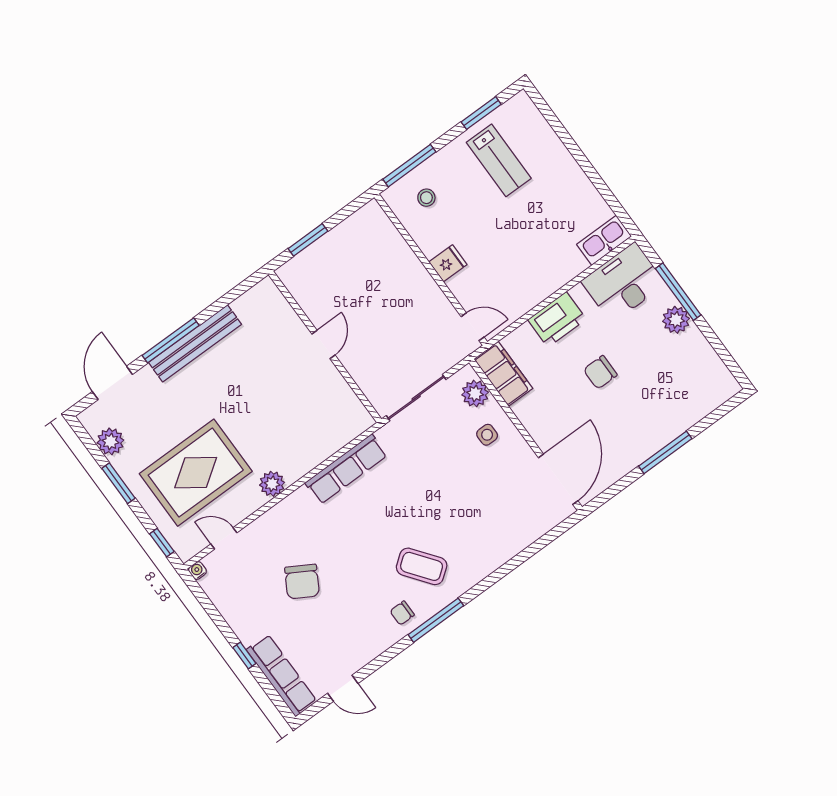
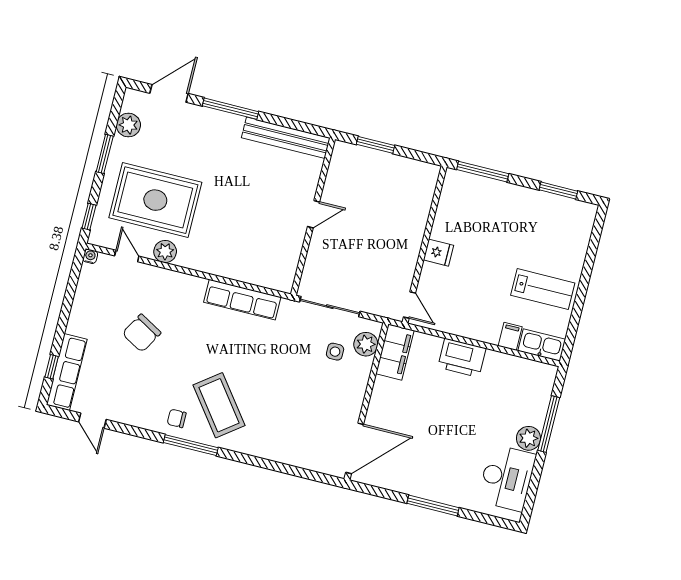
lab bench: (499, 160) -> (543, 289), moved, turned -90
stool: (426, 198) -> (471, 201), removed
filing cabinet: (573, 262) -> (510, 336), added
desk: (623, 283) -> (507, 478), moved, turned 90
bench: (195, 343) -> (286, 138), moved
chair: (600, 372) -> (451, 417), removed
side table: (487, 435) -> (335, 352), moved
plant: (272, 484) -> (165, 252), moved
coffee table: (422, 566) -> (219, 405), width x1.36, depth x1.32
window: (244, 655) -> (52, 367), moved

